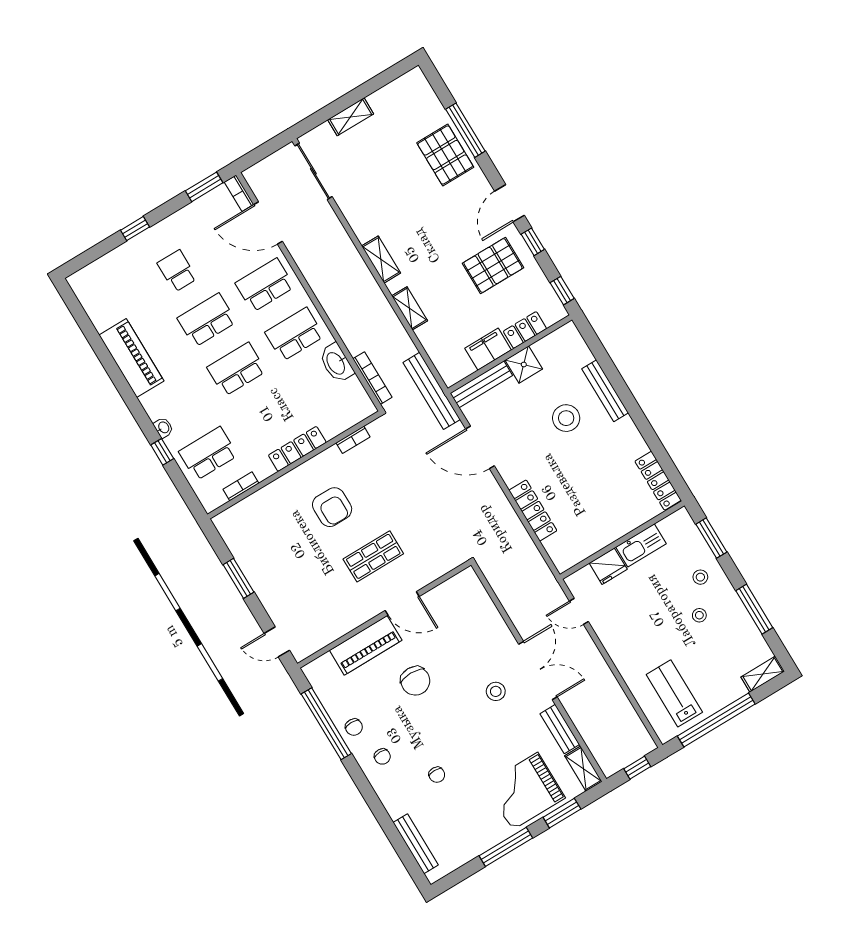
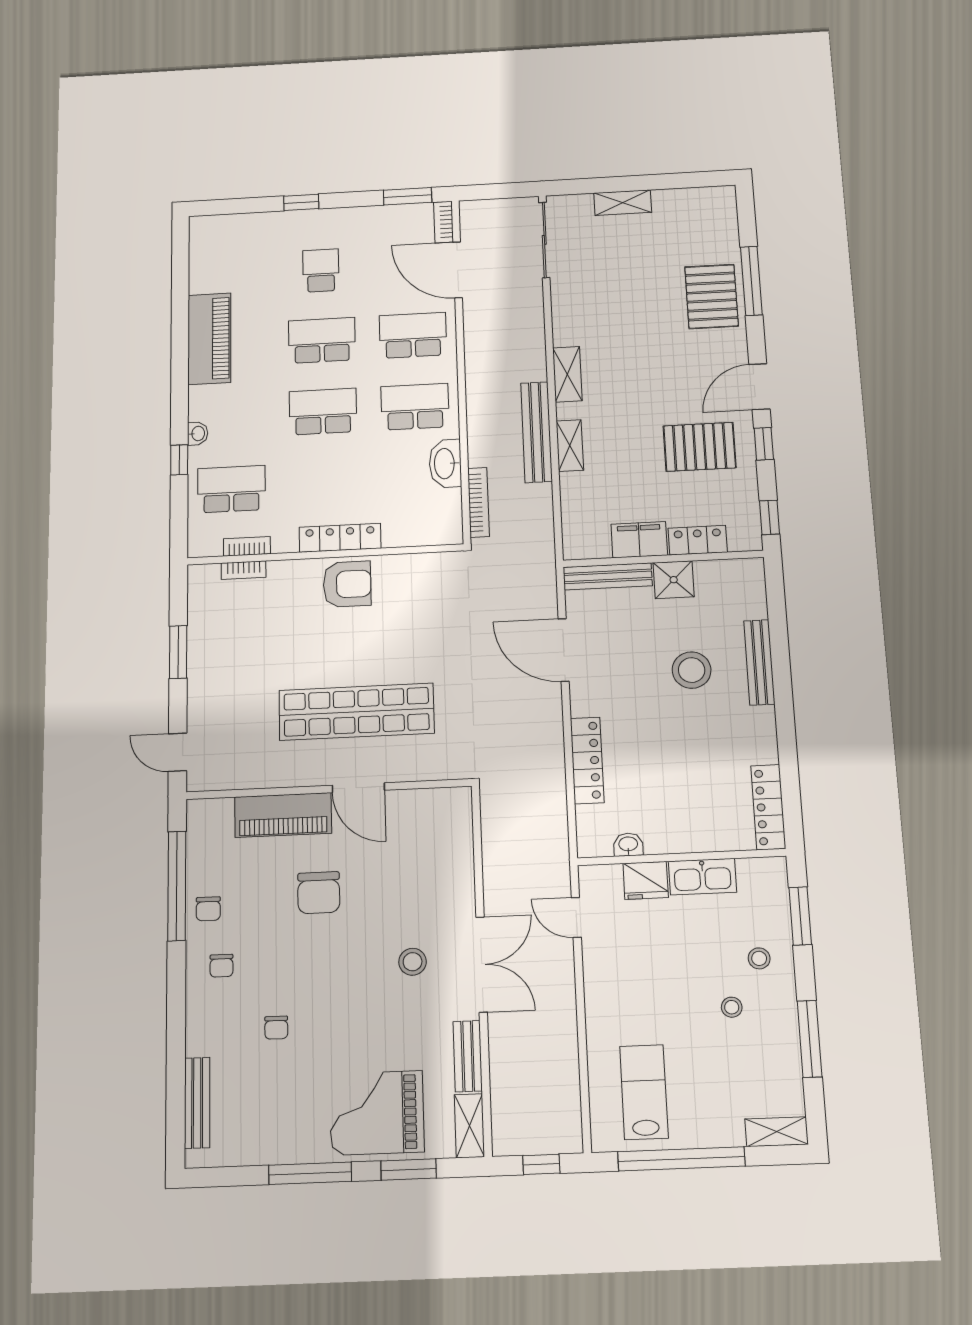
bench: (432, 391) -> (537, 432), moved
bookcase: (353, 440) -> (244, 570), moved
armchair: (332, 507) -> (347, 584), moved, turned -90
washbasin: (586, 550) -> (628, 845), added
shop shelf: (373, 556) -> (356, 712), width x2.00, depth x1.36

